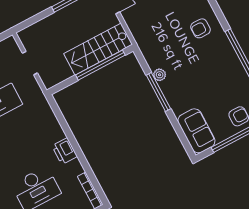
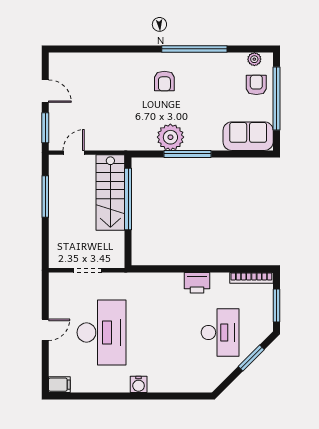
armchair: (201, 28) -> (164, 81), moved
plant: (160, 75) -> (170, 137), width x1.87, depth x1.87

